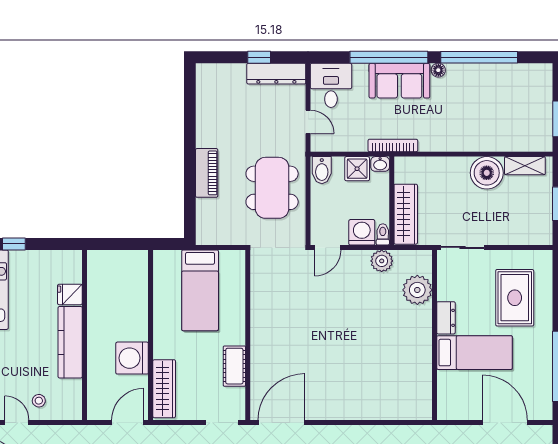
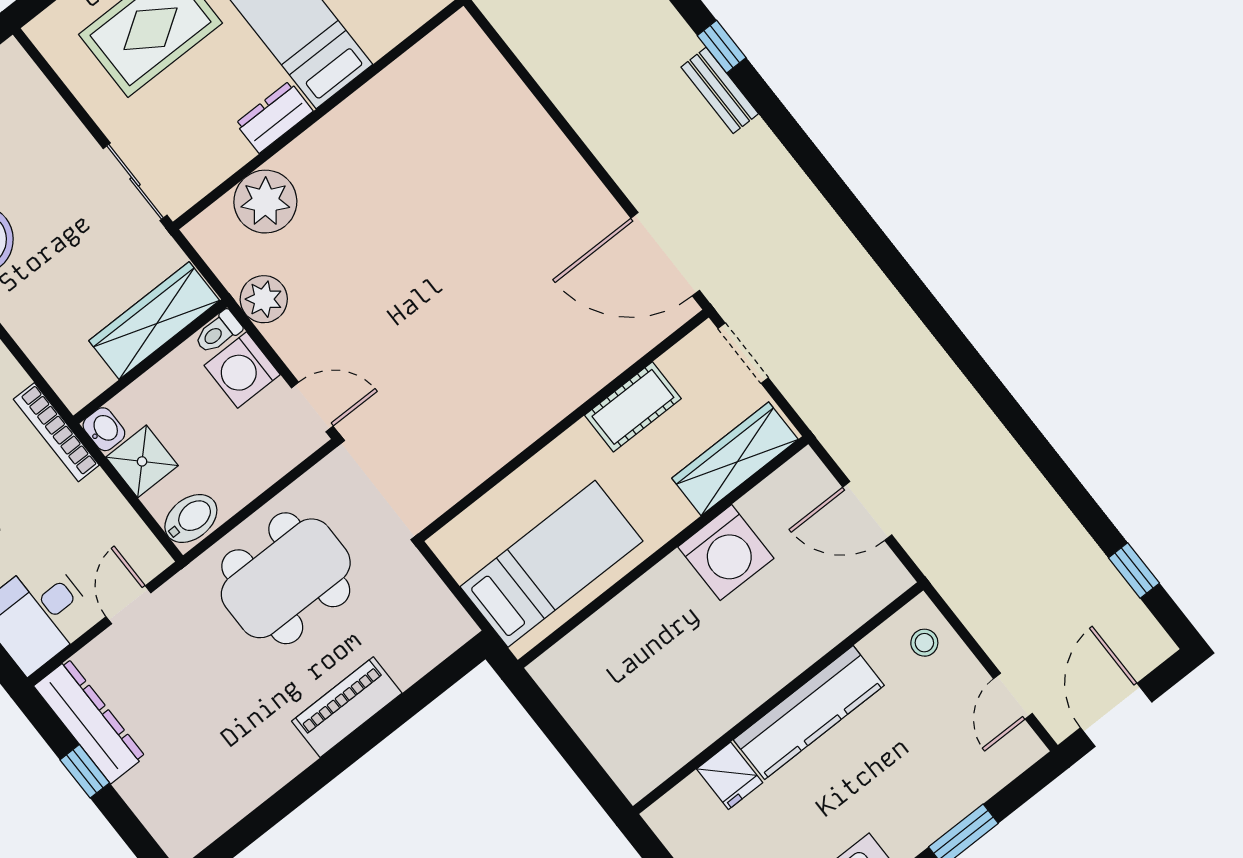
wall: (151, 335) -> (663, 552), moved
washing machine: (132, 358) -> (726, 553), moved
wardrobe: (164, 389) -> (735, 459), moved
stool: (39, 401) -> (924, 643), moved

